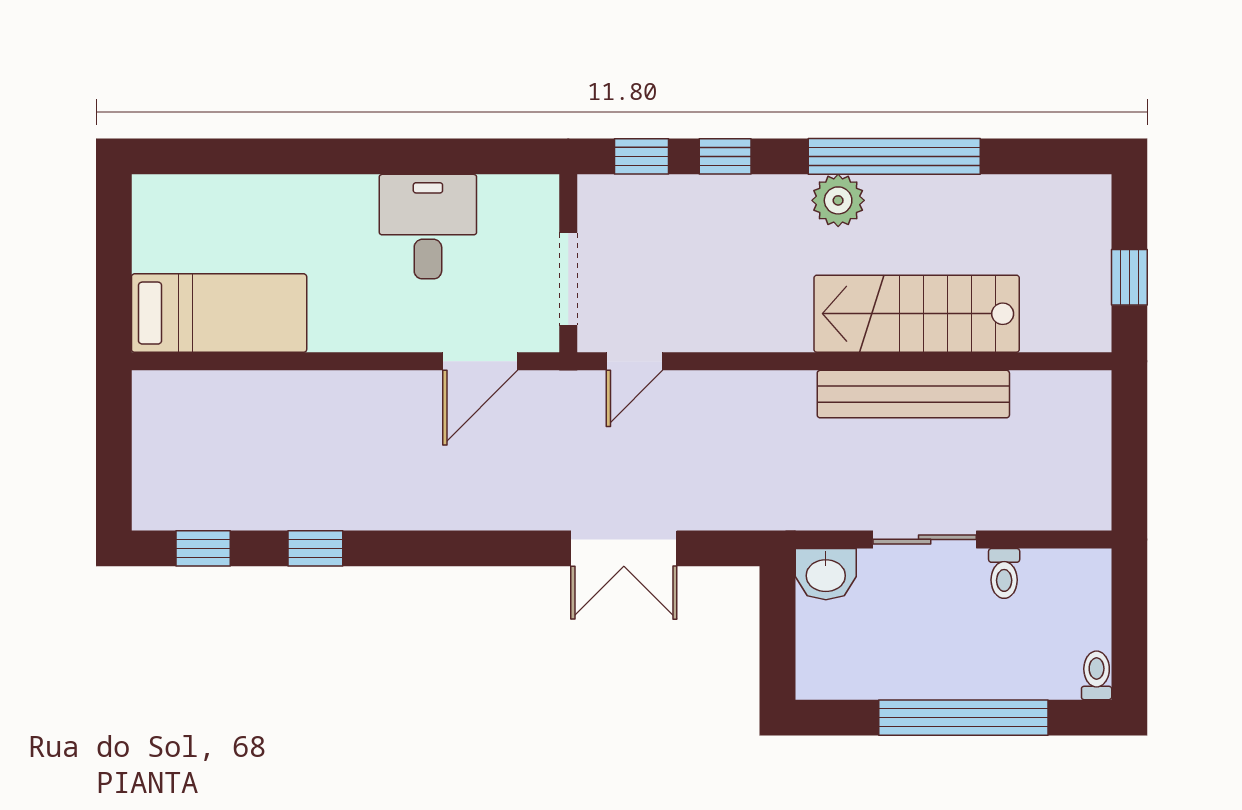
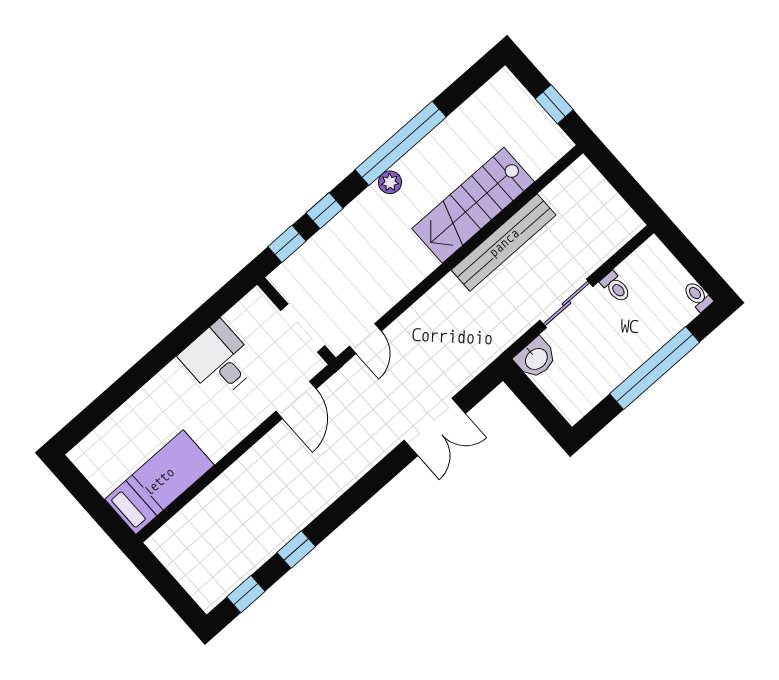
plant: (838, 200) -> (390, 182), width x0.73, depth x0.73

